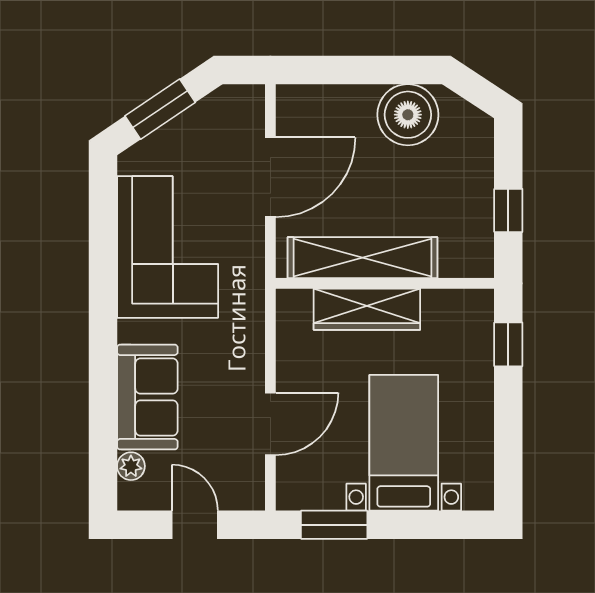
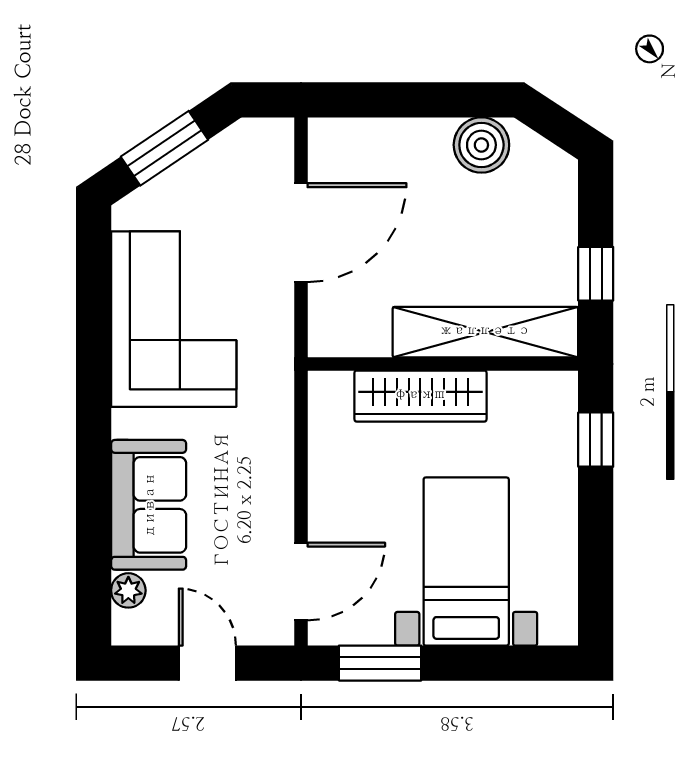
boiler: (408, 115) -> (481, 145), width x0.73, depth x0.73
shelving: (362, 258) -> (485, 332), moved
door: (270, 424) -> (301, 581), moved

